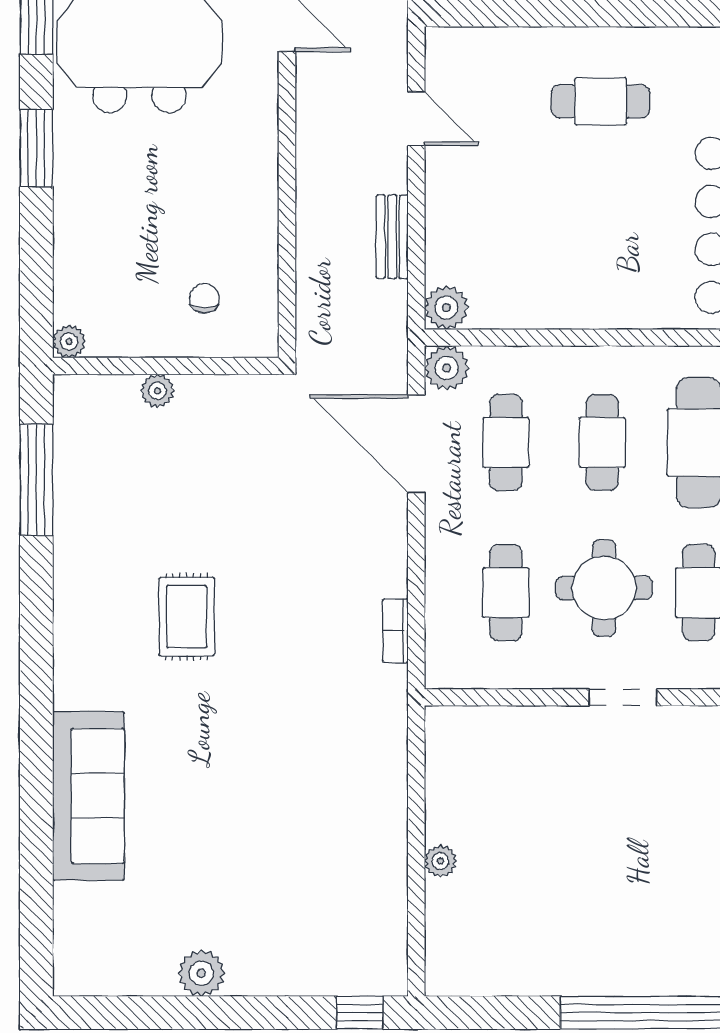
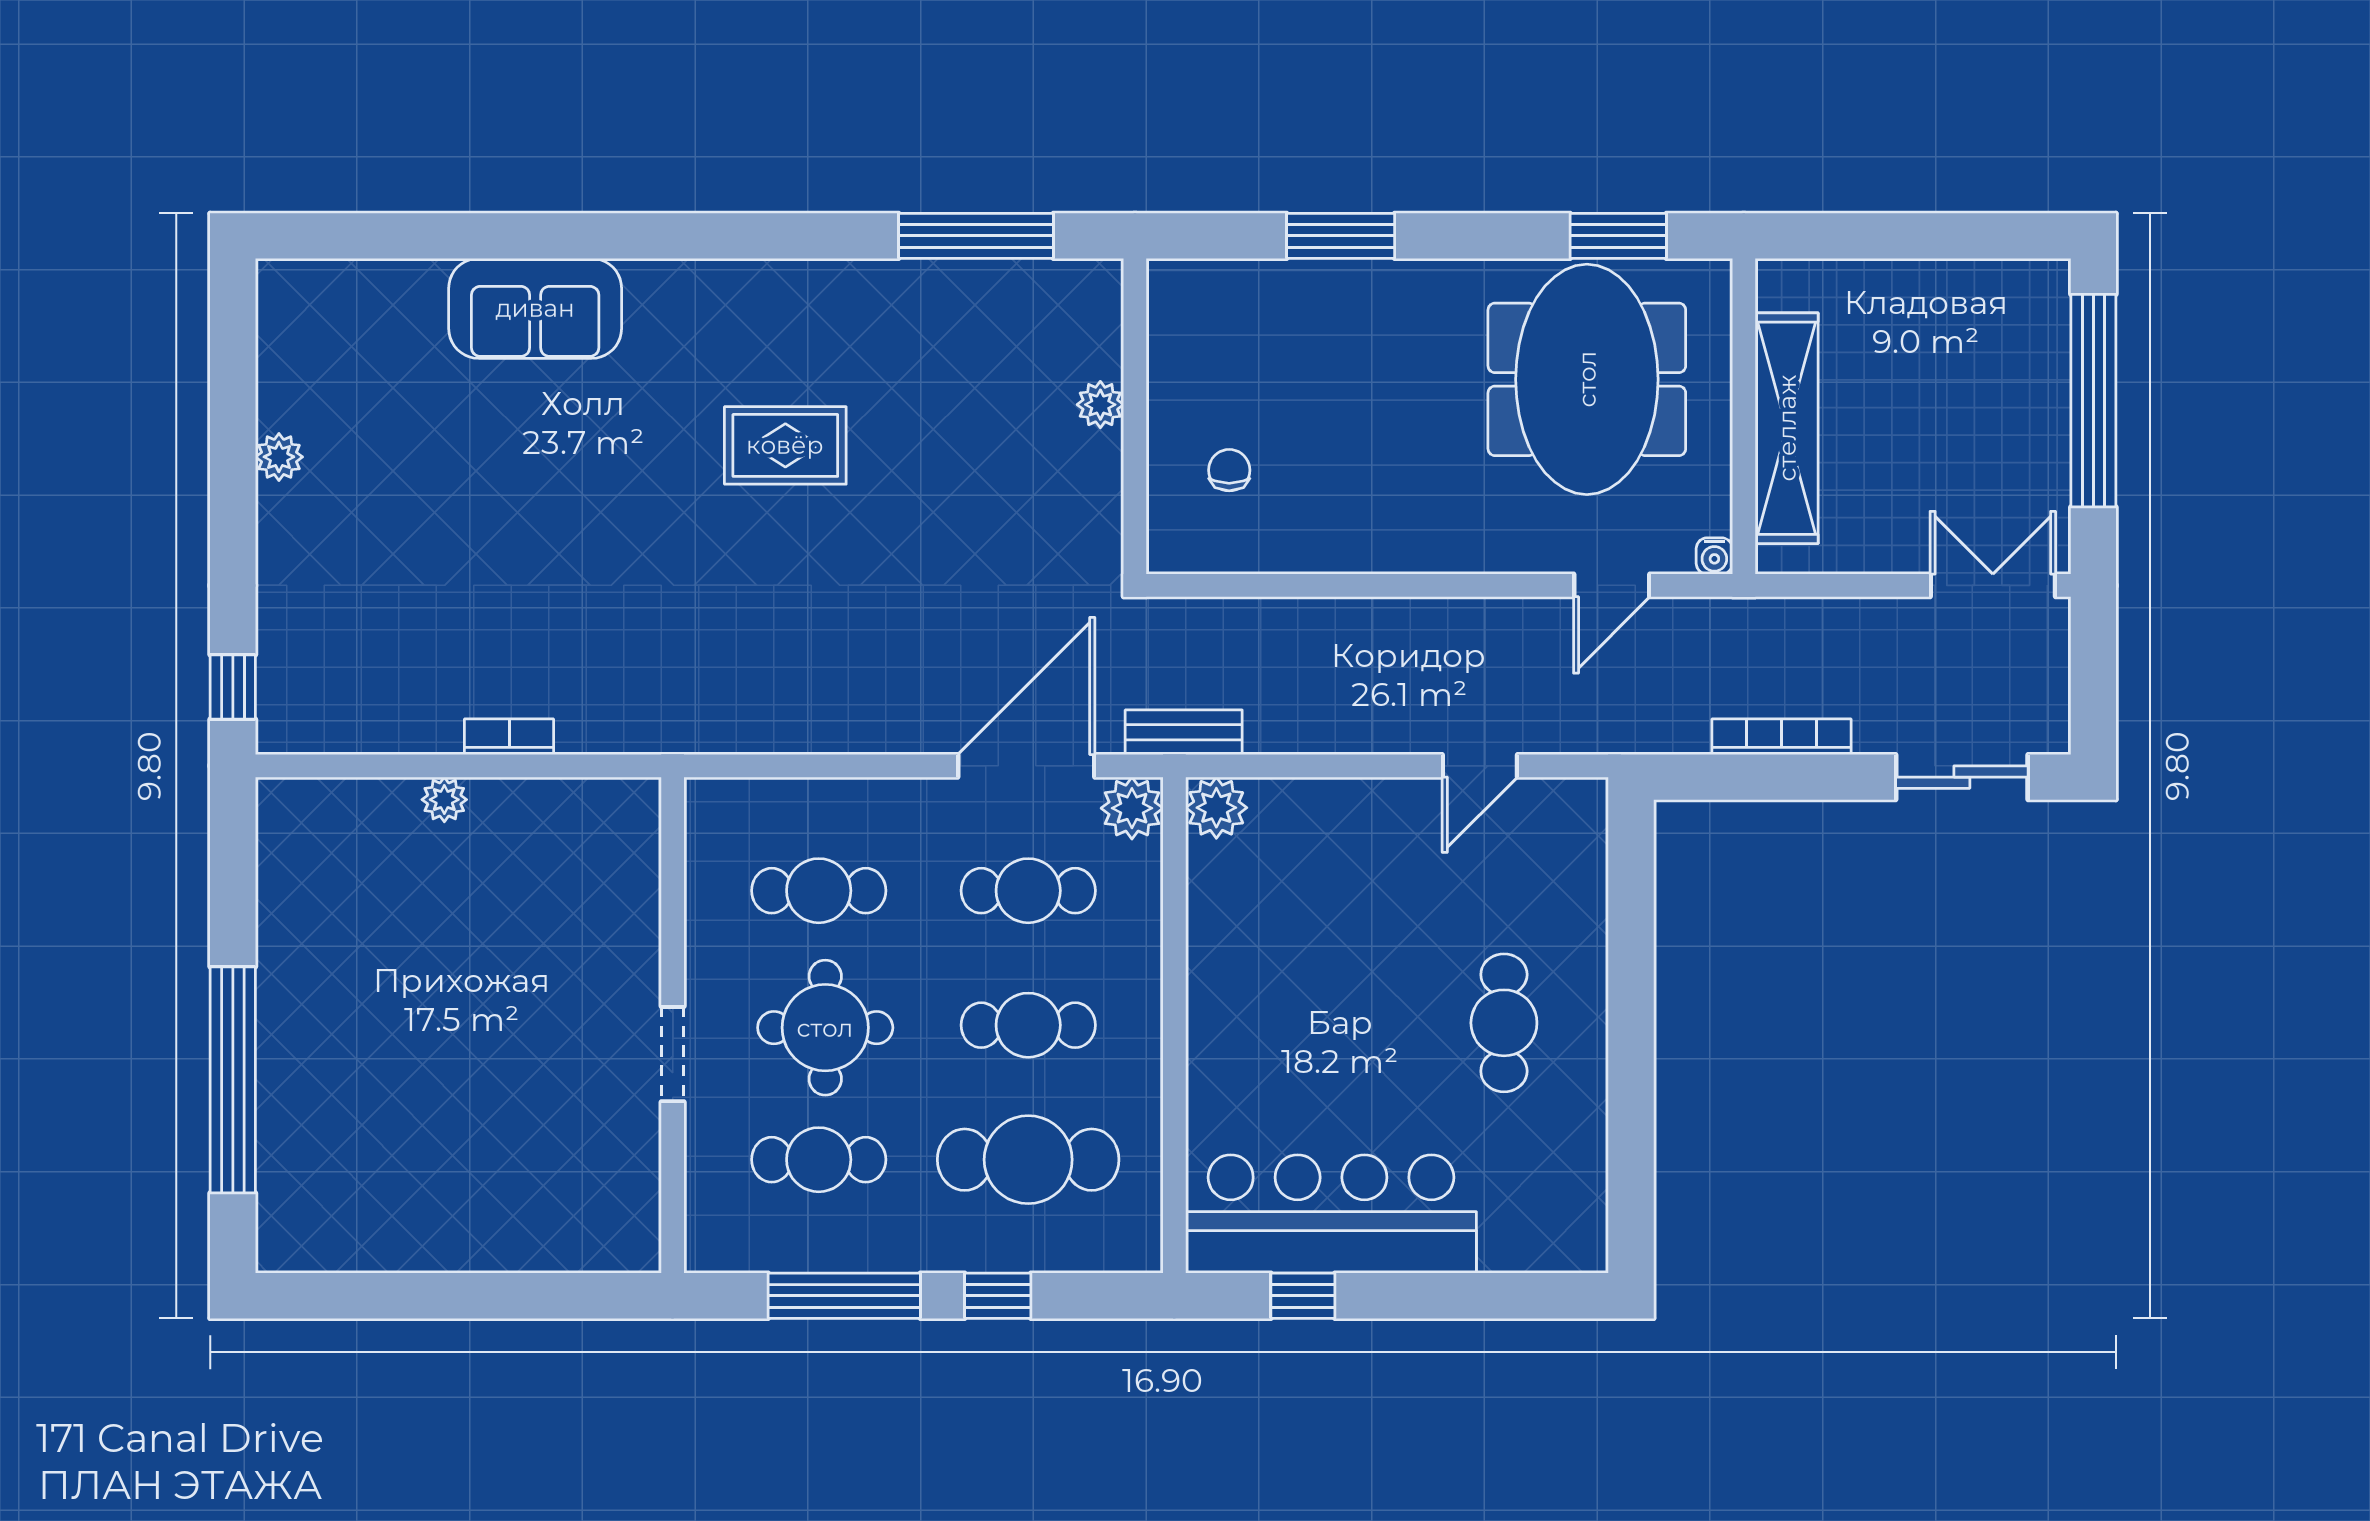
window: (36, 148) -> (1341, 236), moved
bench: (392, 237) -> (1184, 732), moved
chair: (204, 298) -> (1229, 470), turned -90
plant: (69, 341) -> (1169, 281), removed
bookcase: (395, 631) -> (509, 737), moved
sofa: (88, 796) -> (535, 308), width x0.73
plant: (201, 973) -> (279, 457), width x0.73, depth x0.73

